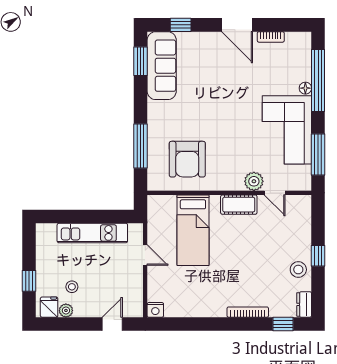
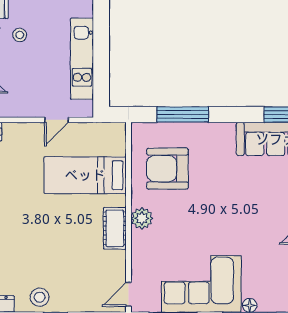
plant: (254, 181) -> (142, 218), moved
door: (275, 193) -> (129, 294), moved

